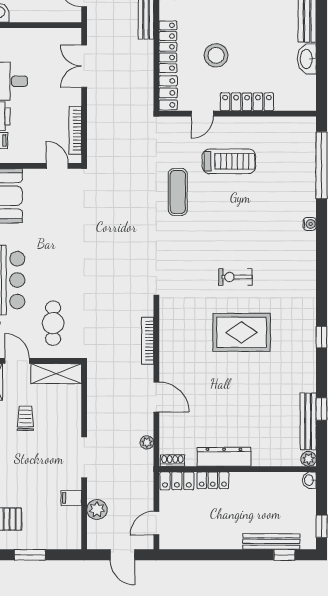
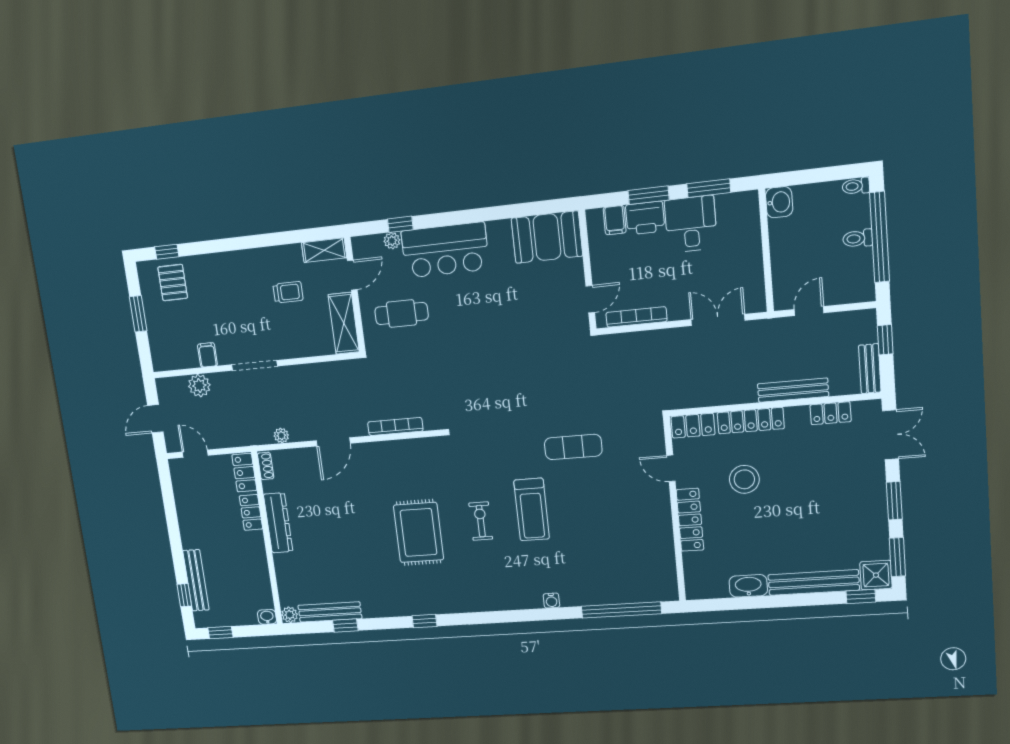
treadmill: (229, 161) -> (532, 510), moved

